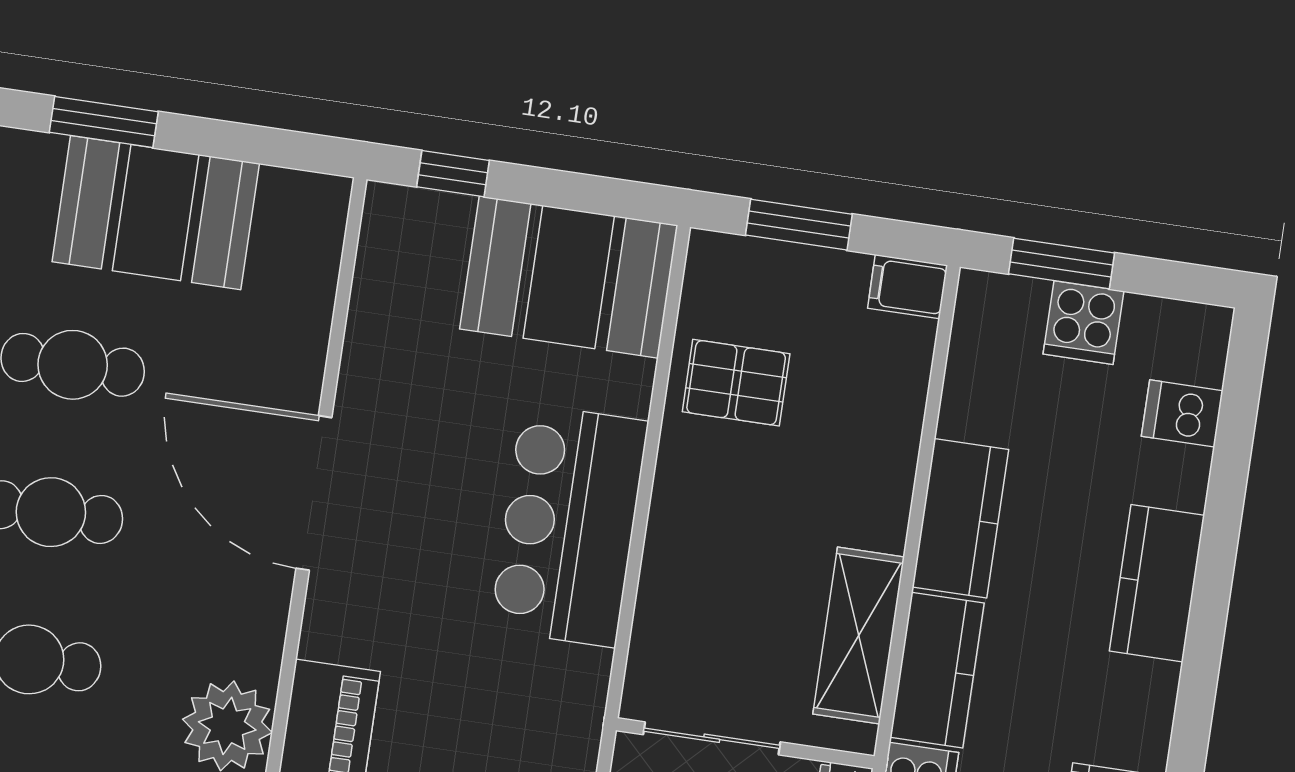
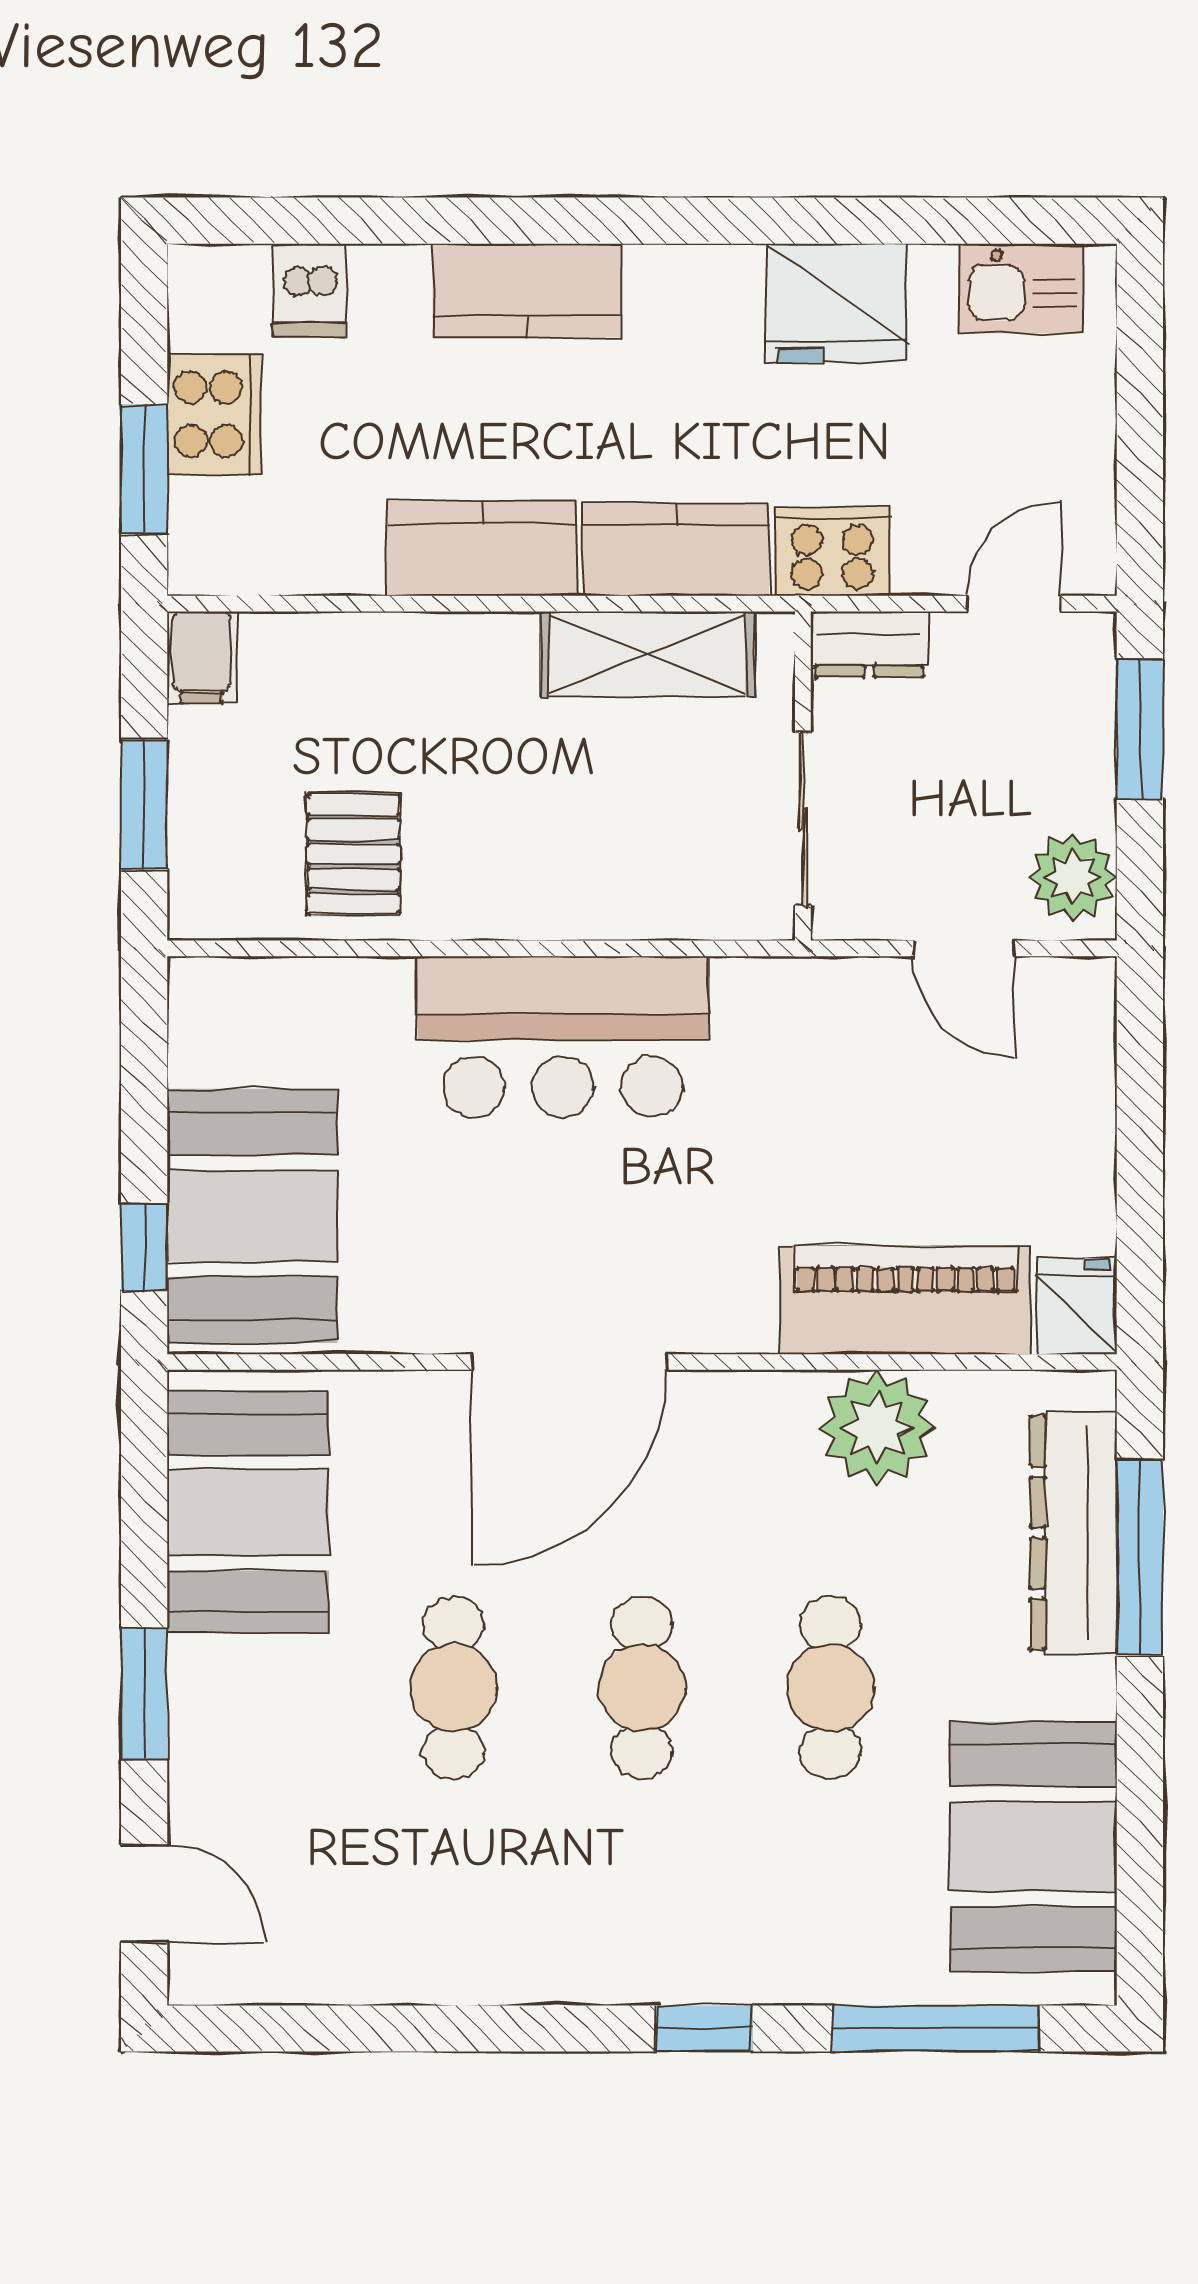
booth: (156, 213) -> (248, 1513), moved
booth: (569, 277) -> (252, 1216), moved
cooker: (1083, 323) -> (214, 414), width x1.36

